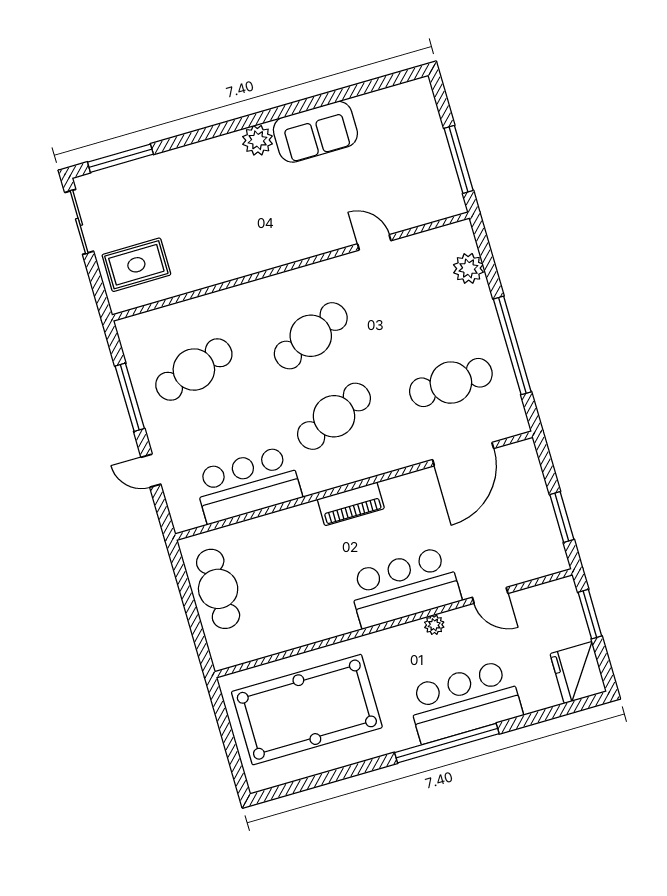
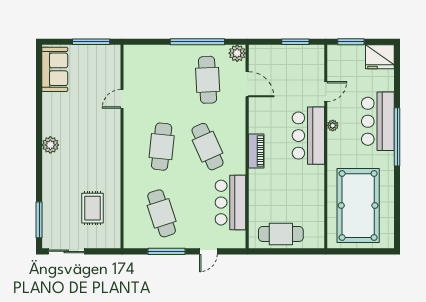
sofa: (315, 132) -> (55, 69), moved
rug: (136, 265) -> (93, 208), moved
plant: (468, 268) -> (237, 53), moved
cafe table: (311, 336) -> (162, 147), turned 30
door: (463, 454) -> (247, 84), width x0.73

